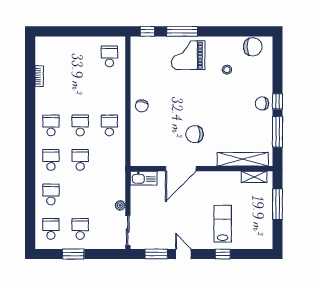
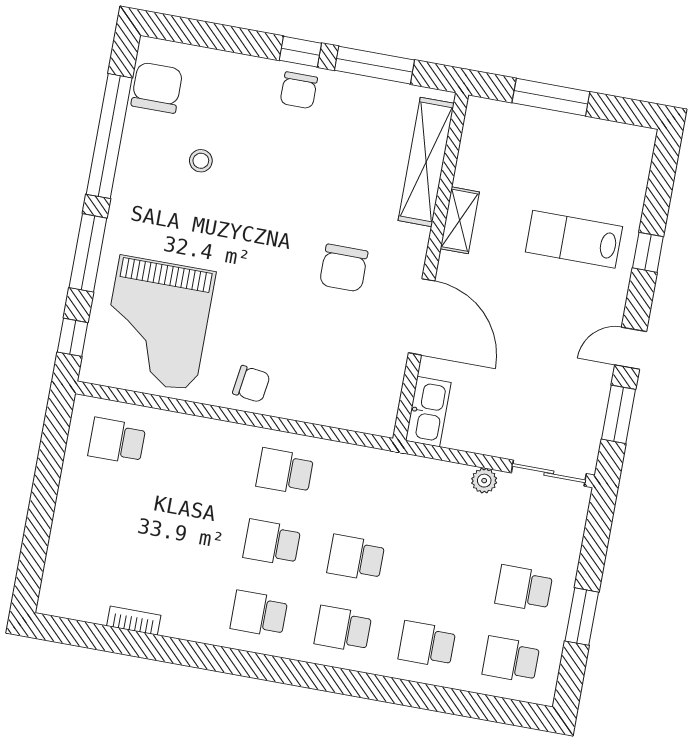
window: (230, 31) -> (109, 136), added
grand piano: (188, 55) -> (157, 323), moved, width x1.37, depth x1.48
shelving: (254, 177) -> (460, 220), moved

